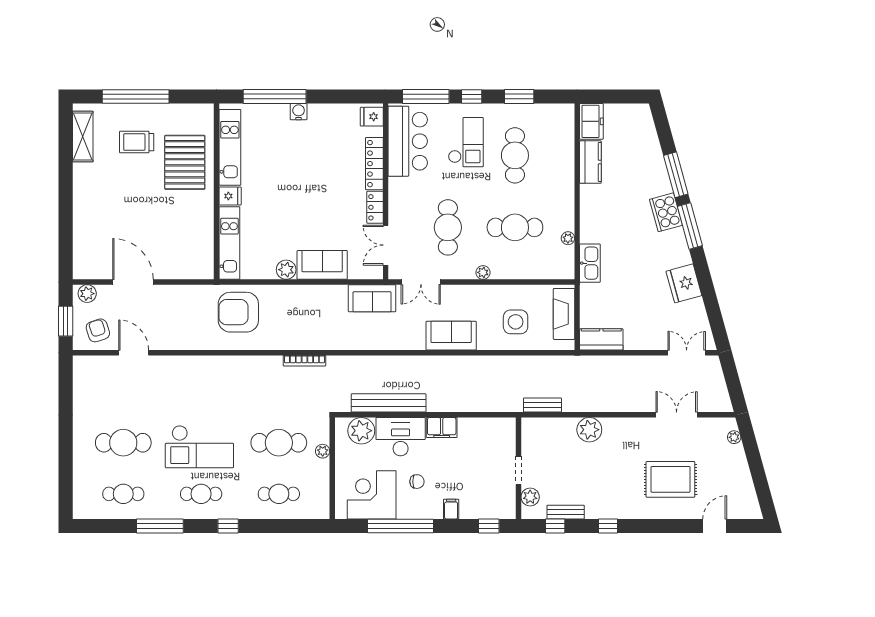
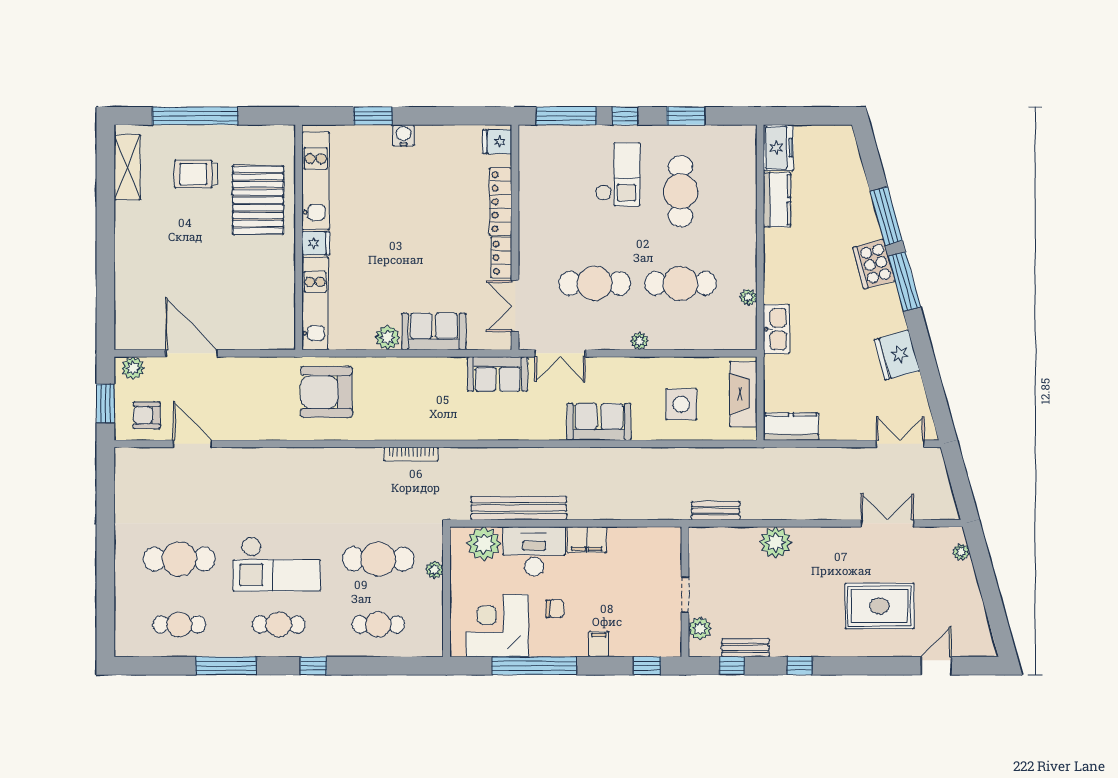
window: (275, 96) -> (373, 116), width x0.47
bar counter: (408, 141) -> (543, 173), removed
cafe table: (448, 227) -> (595, 283), turned 90
armchair: (98, 330) -> (147, 415), turned -72

